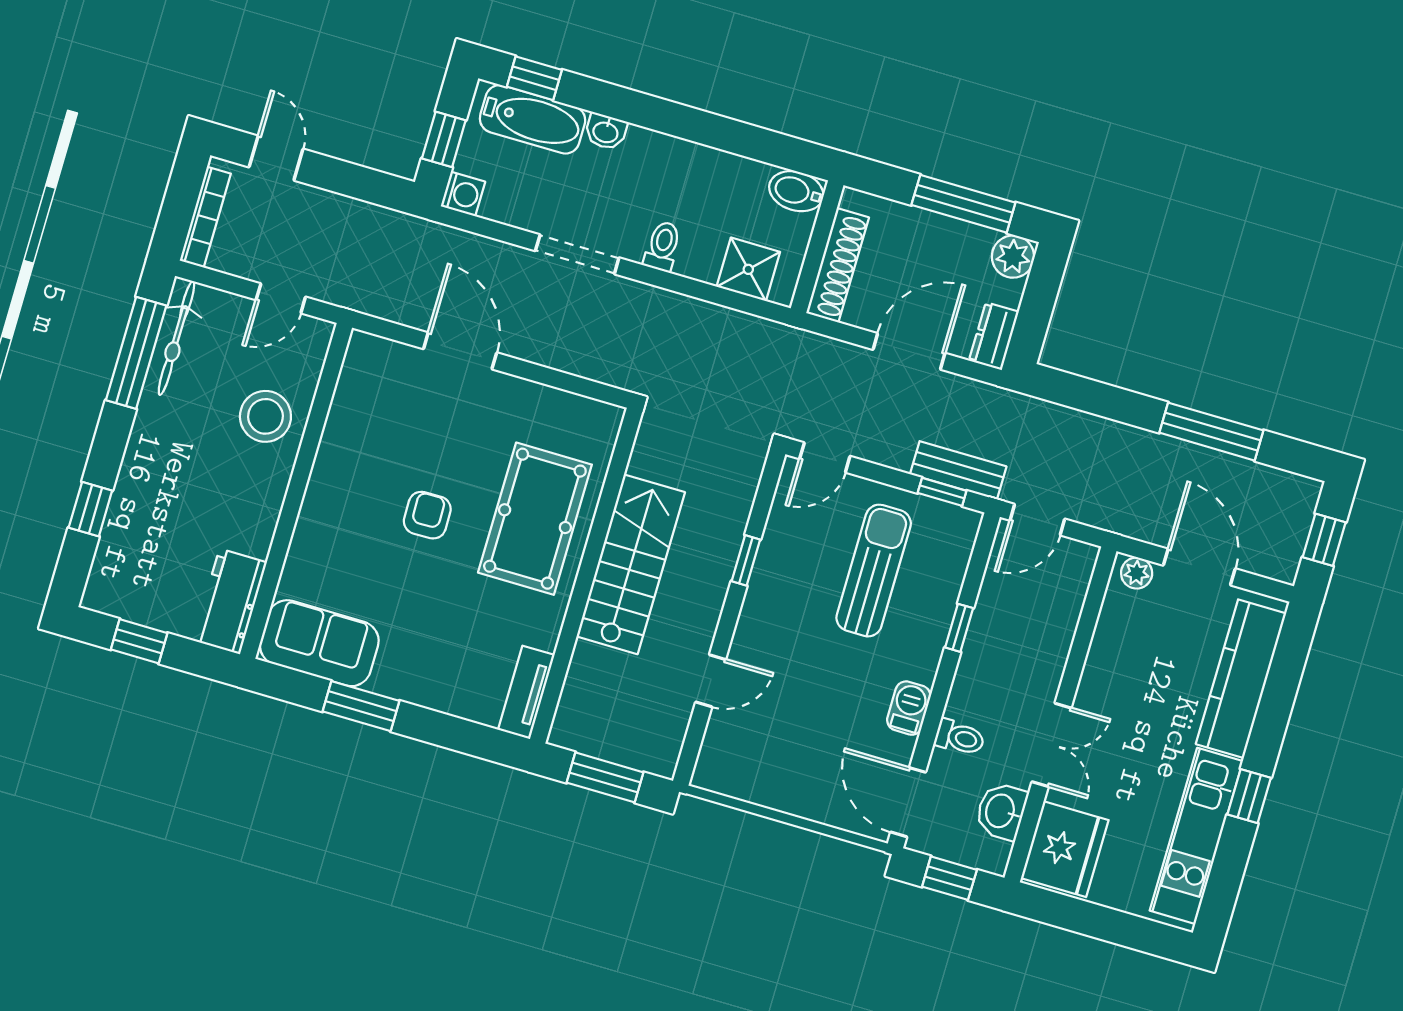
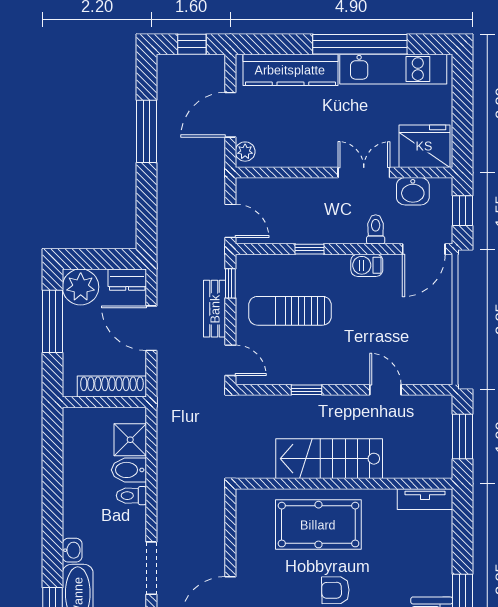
bidet: (796, 191) -> (129, 470), moved, turned 90
doorway: (577, 254) -> (151, 568), moved
plant: (1013, 257) -> (81, 287), width x1.36, depth x1.36
bench: (958, 470) -> (215, 309), moved
window: (1249, 796) -> (360, 44), width x3.17

